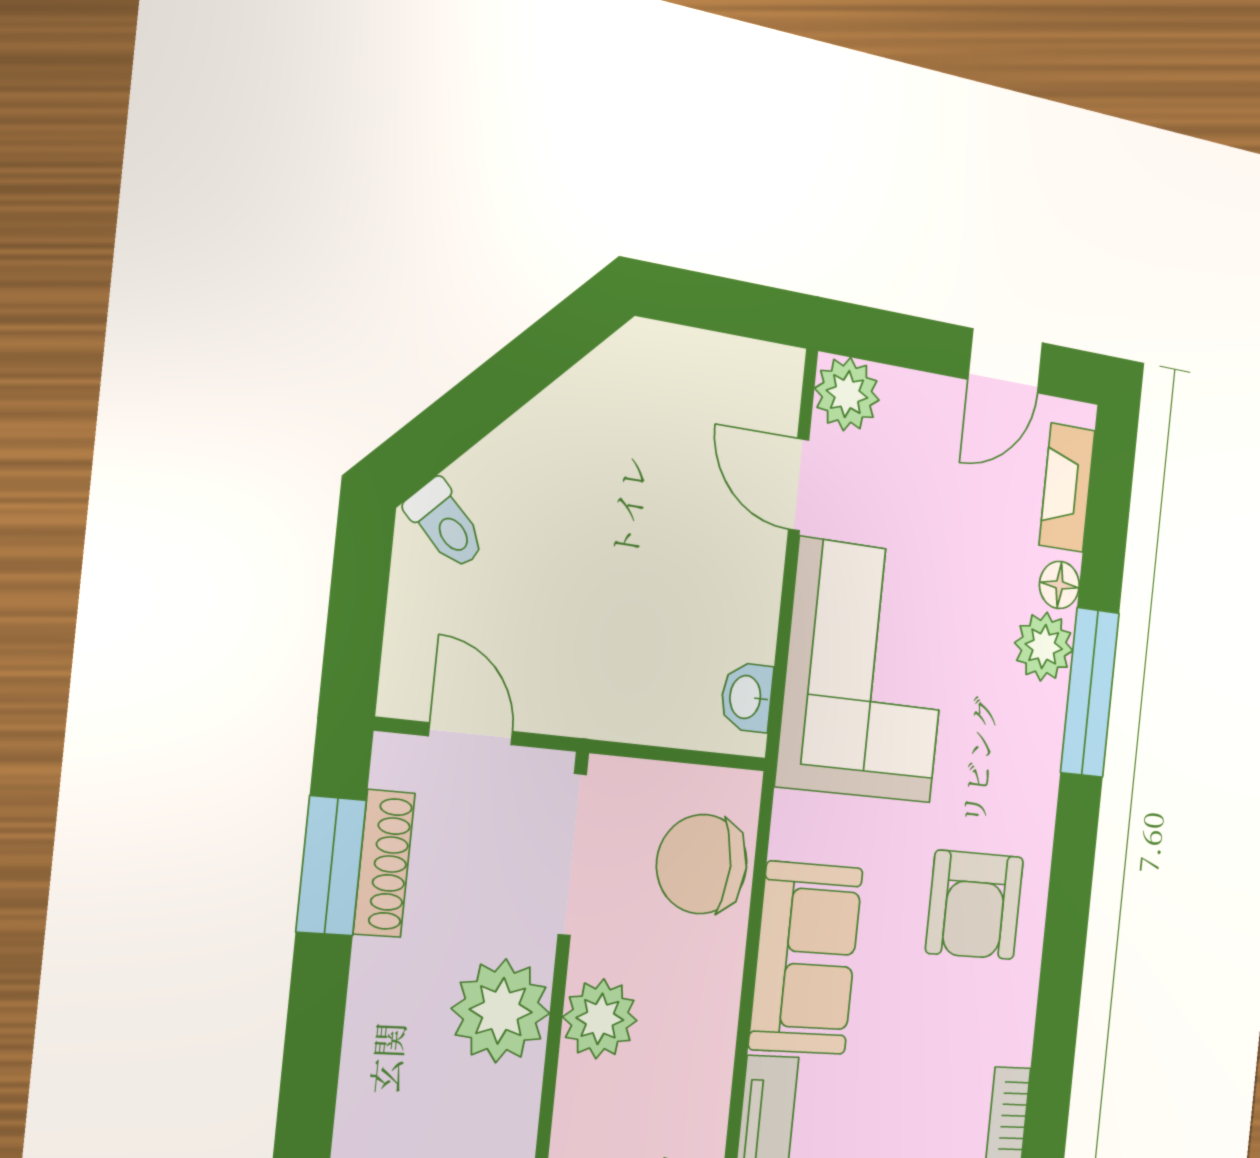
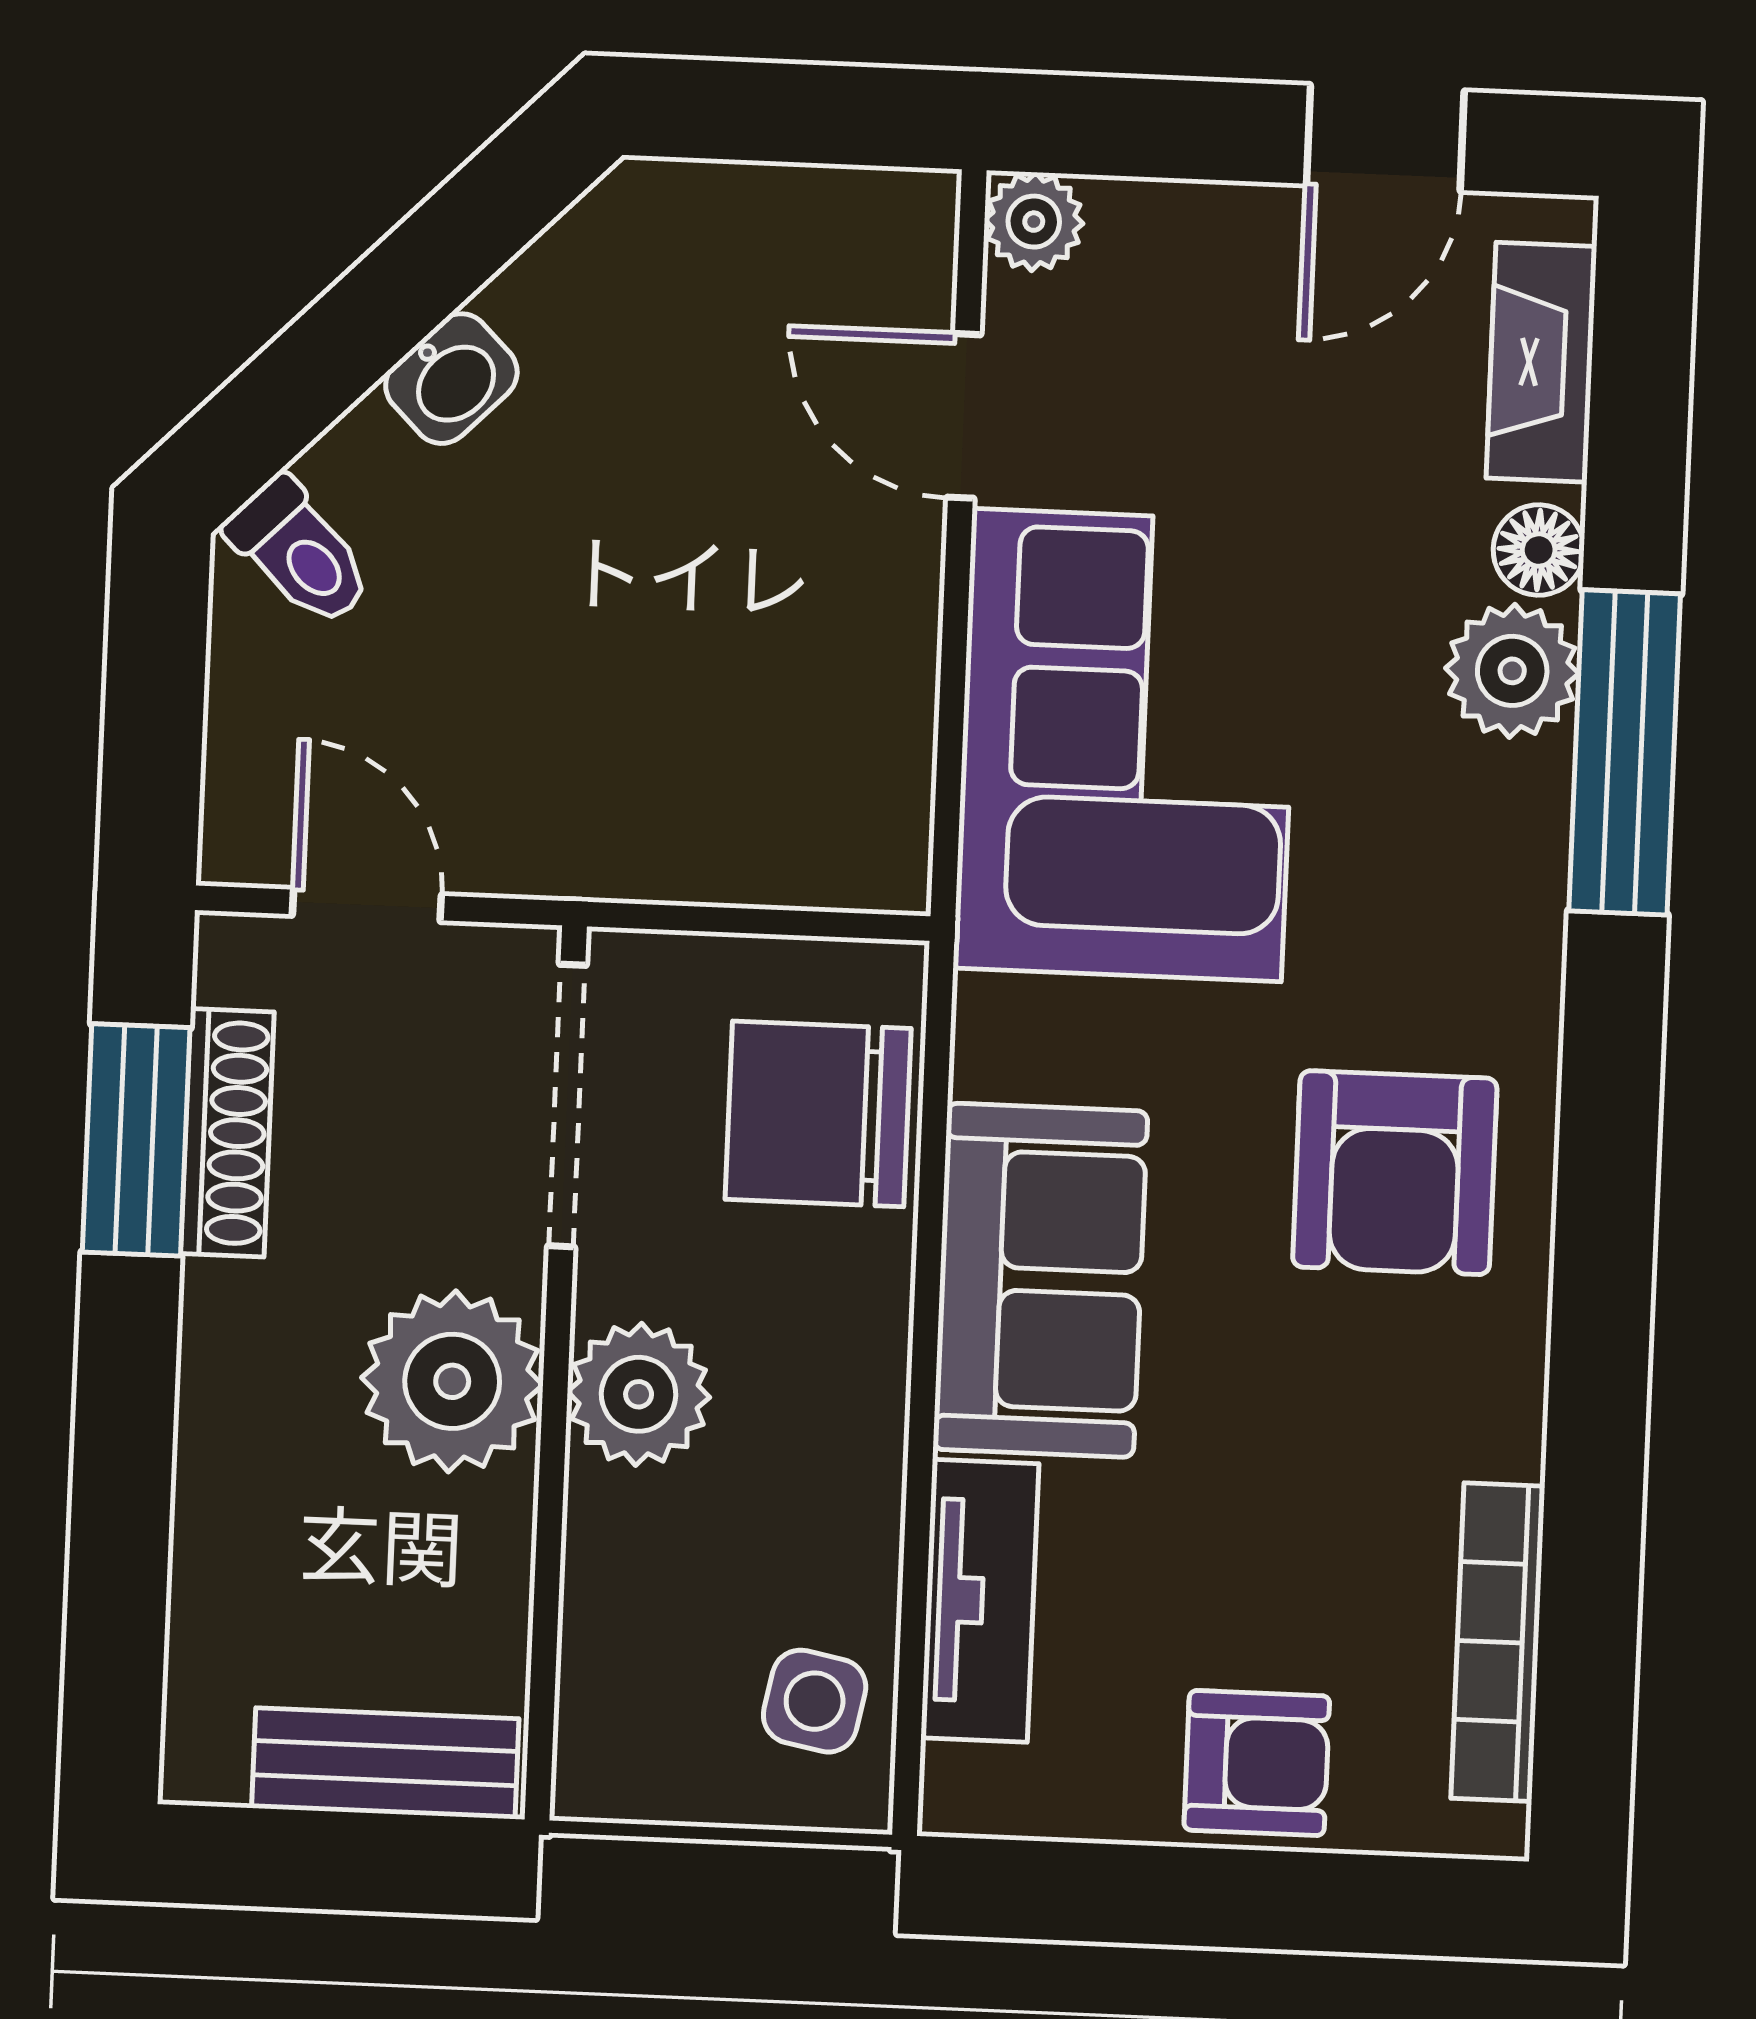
plant: (847, 394) -> (1034, 222), width x0.73, depth x0.73
washbasin: (747, 697) -> (451, 379), moved, turned -135

